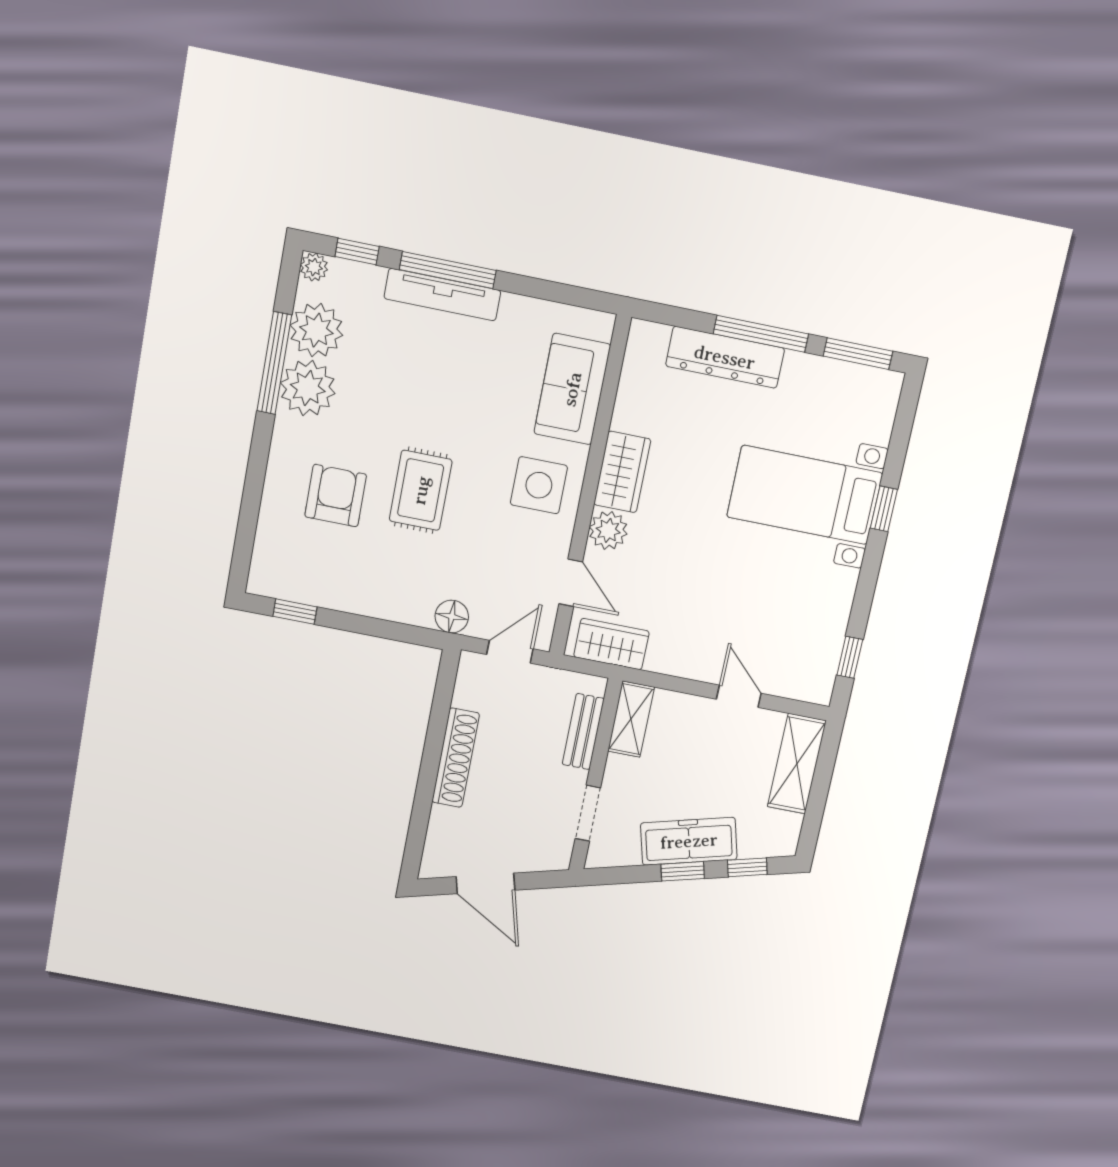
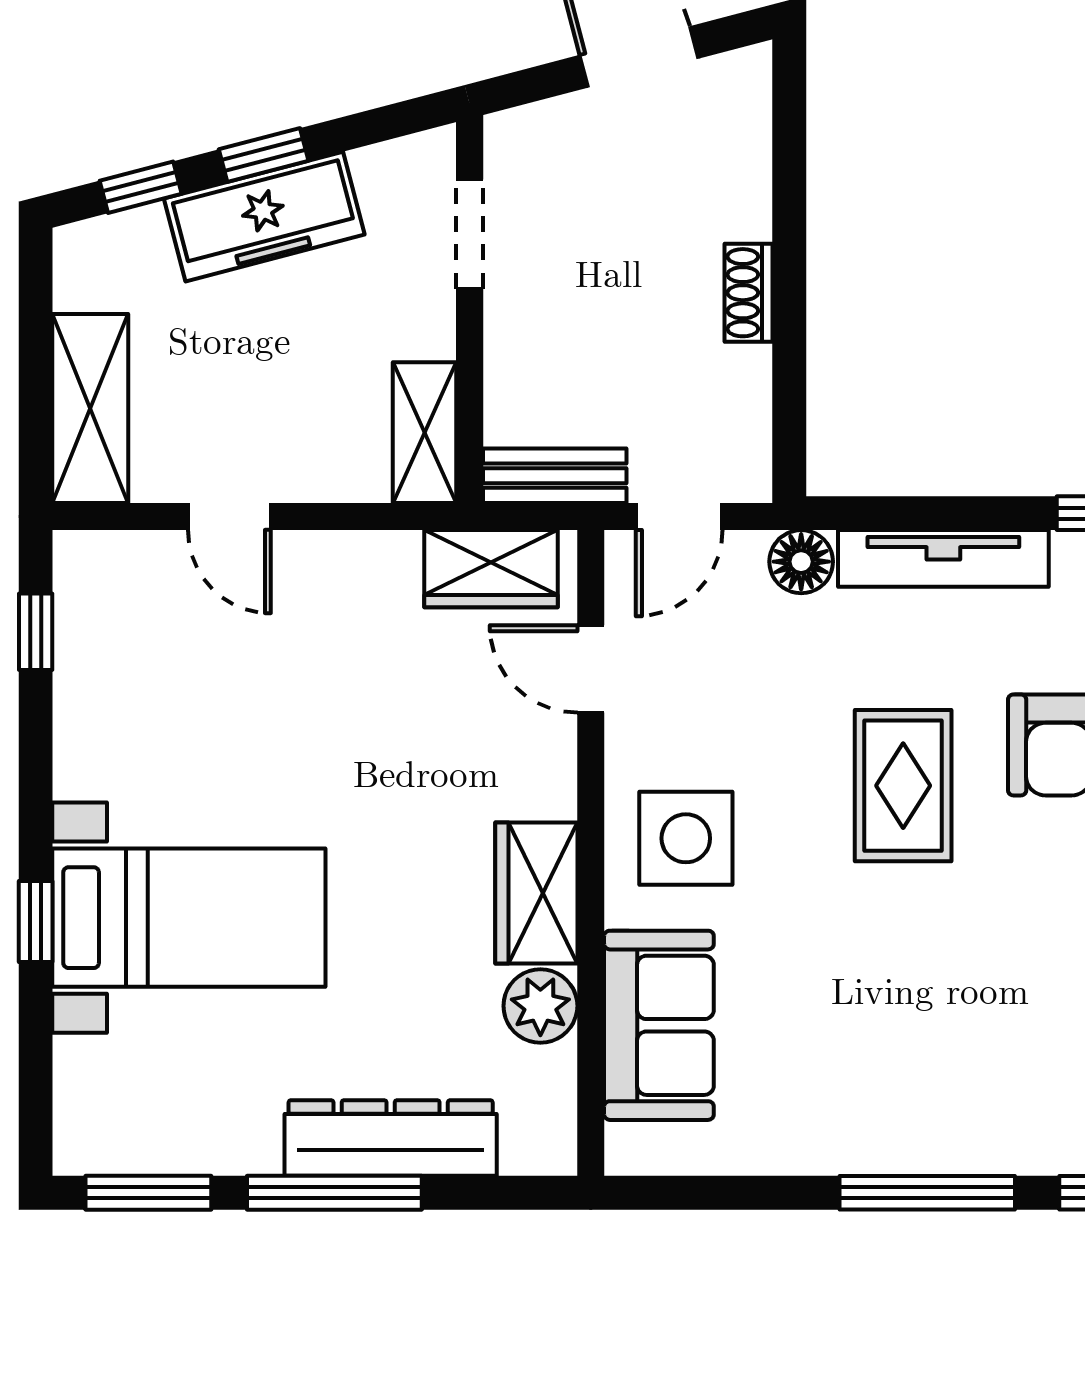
tv unit: (442, 295) -> (943, 558), moved, turned 180
plant: (608, 530) -> (540, 1006), moved
bench: (583, 732) -> (555, 476), moved, turned 90
shoe rack: (456, 758) -> (749, 293), width x0.51, depth x0.81

